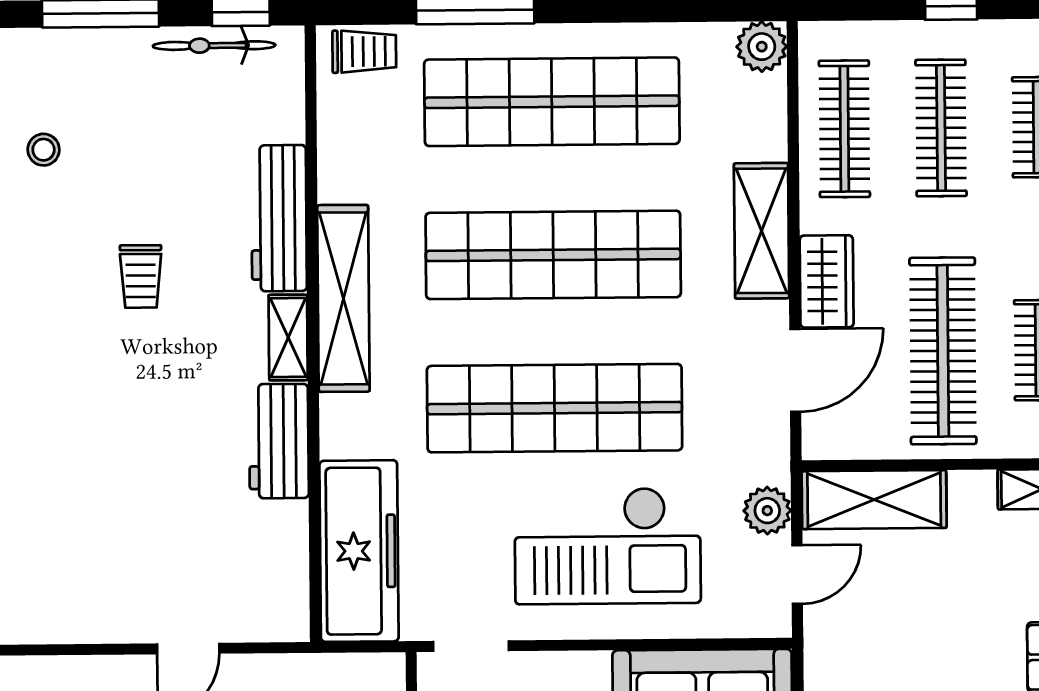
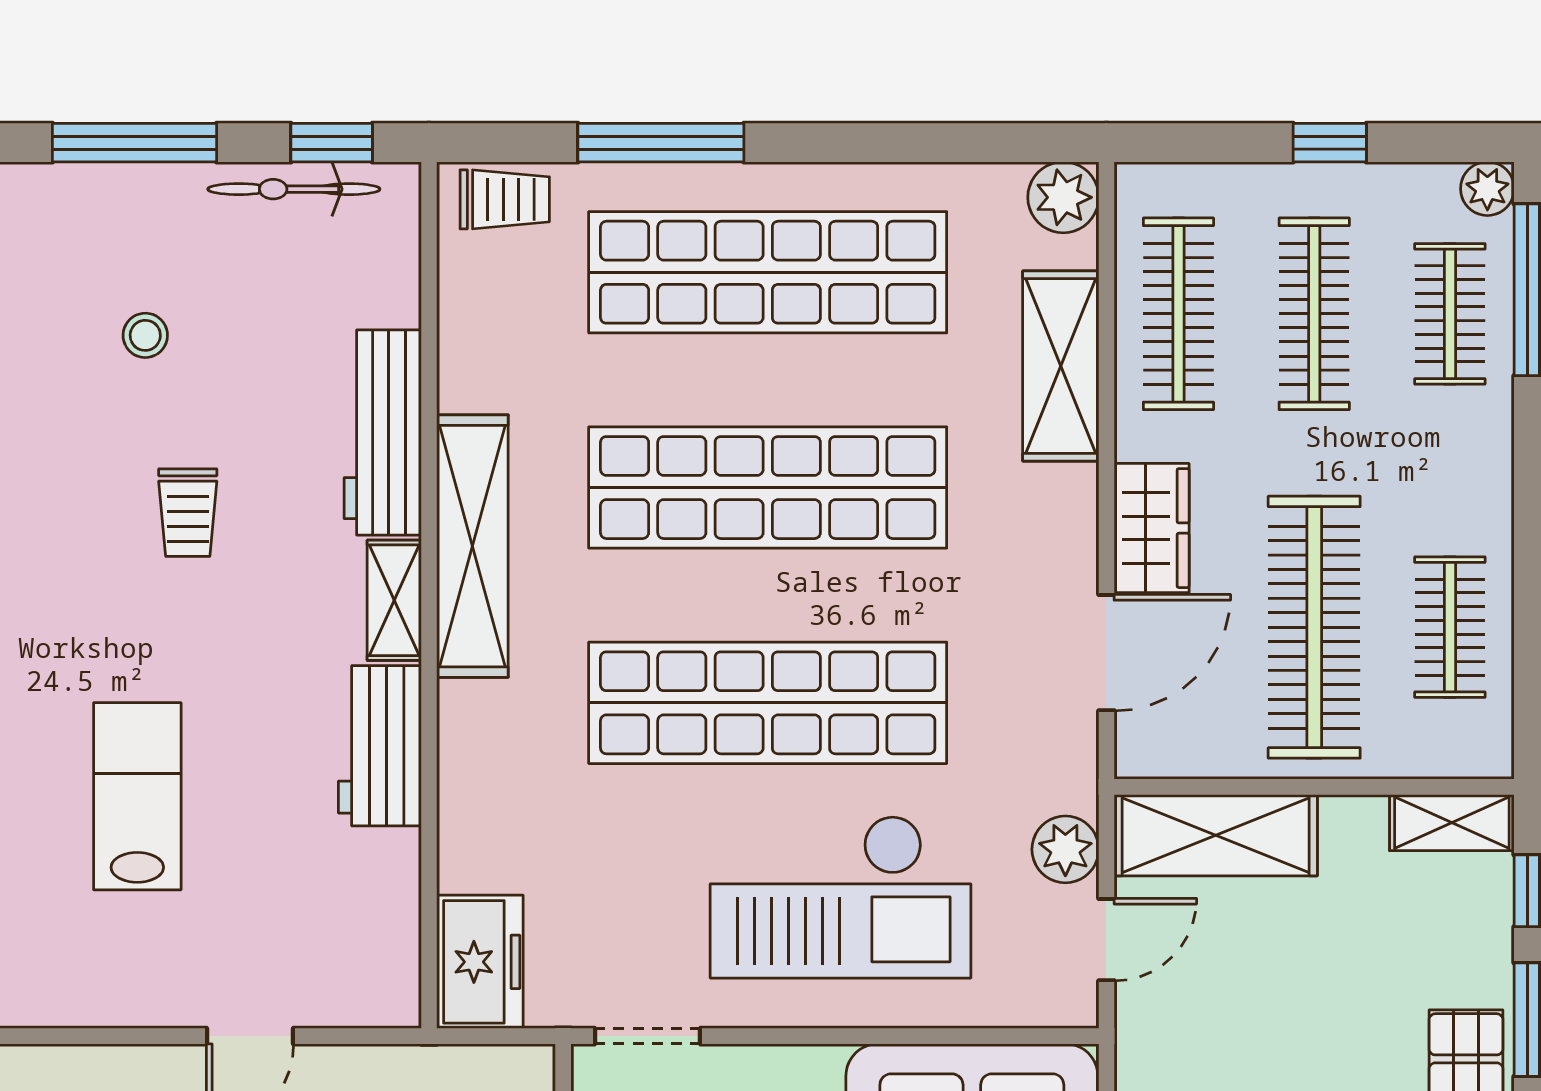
stool: (44, 150) -> (145, 335), moved
shelving: (762, 231) -> (1061, 366), moved
lab bench: (107, 479) -> (137, 796), added
freezer: (359, 551) -> (480, 962), width x0.52, depth x0.79

